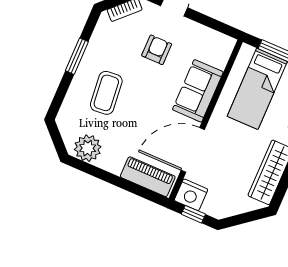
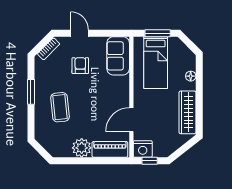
sofa: (198, 91) -> (118, 56), moved
plant: (88, 148) -> (82, 148), moved
door: (193, 150) -> (131, 120), width x0.73

